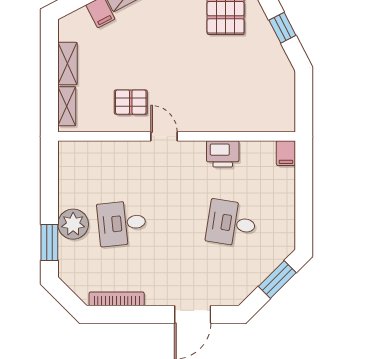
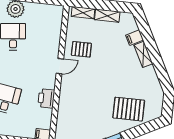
pallet: (131, 102) -> (81, 49), turned 90

